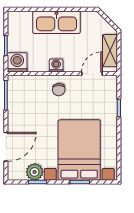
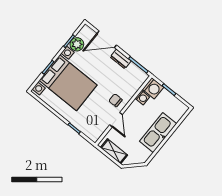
washing machine: (56, 65) -> (142, 98), moved
door: (92, 74) -> (116, 120), moved
dresser: (14, 117) -> (121, 59), added
door: (6, 147) -> (107, 39), hinge flipped

